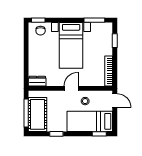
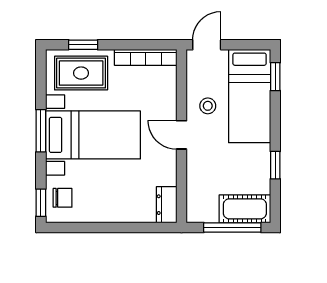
window: (94, 20) -> (41, 131), moved
rug: (101, 40) -> (81, 73), added
cot: (37, 114) -> (245, 209), width x0.73, depth x0.75

